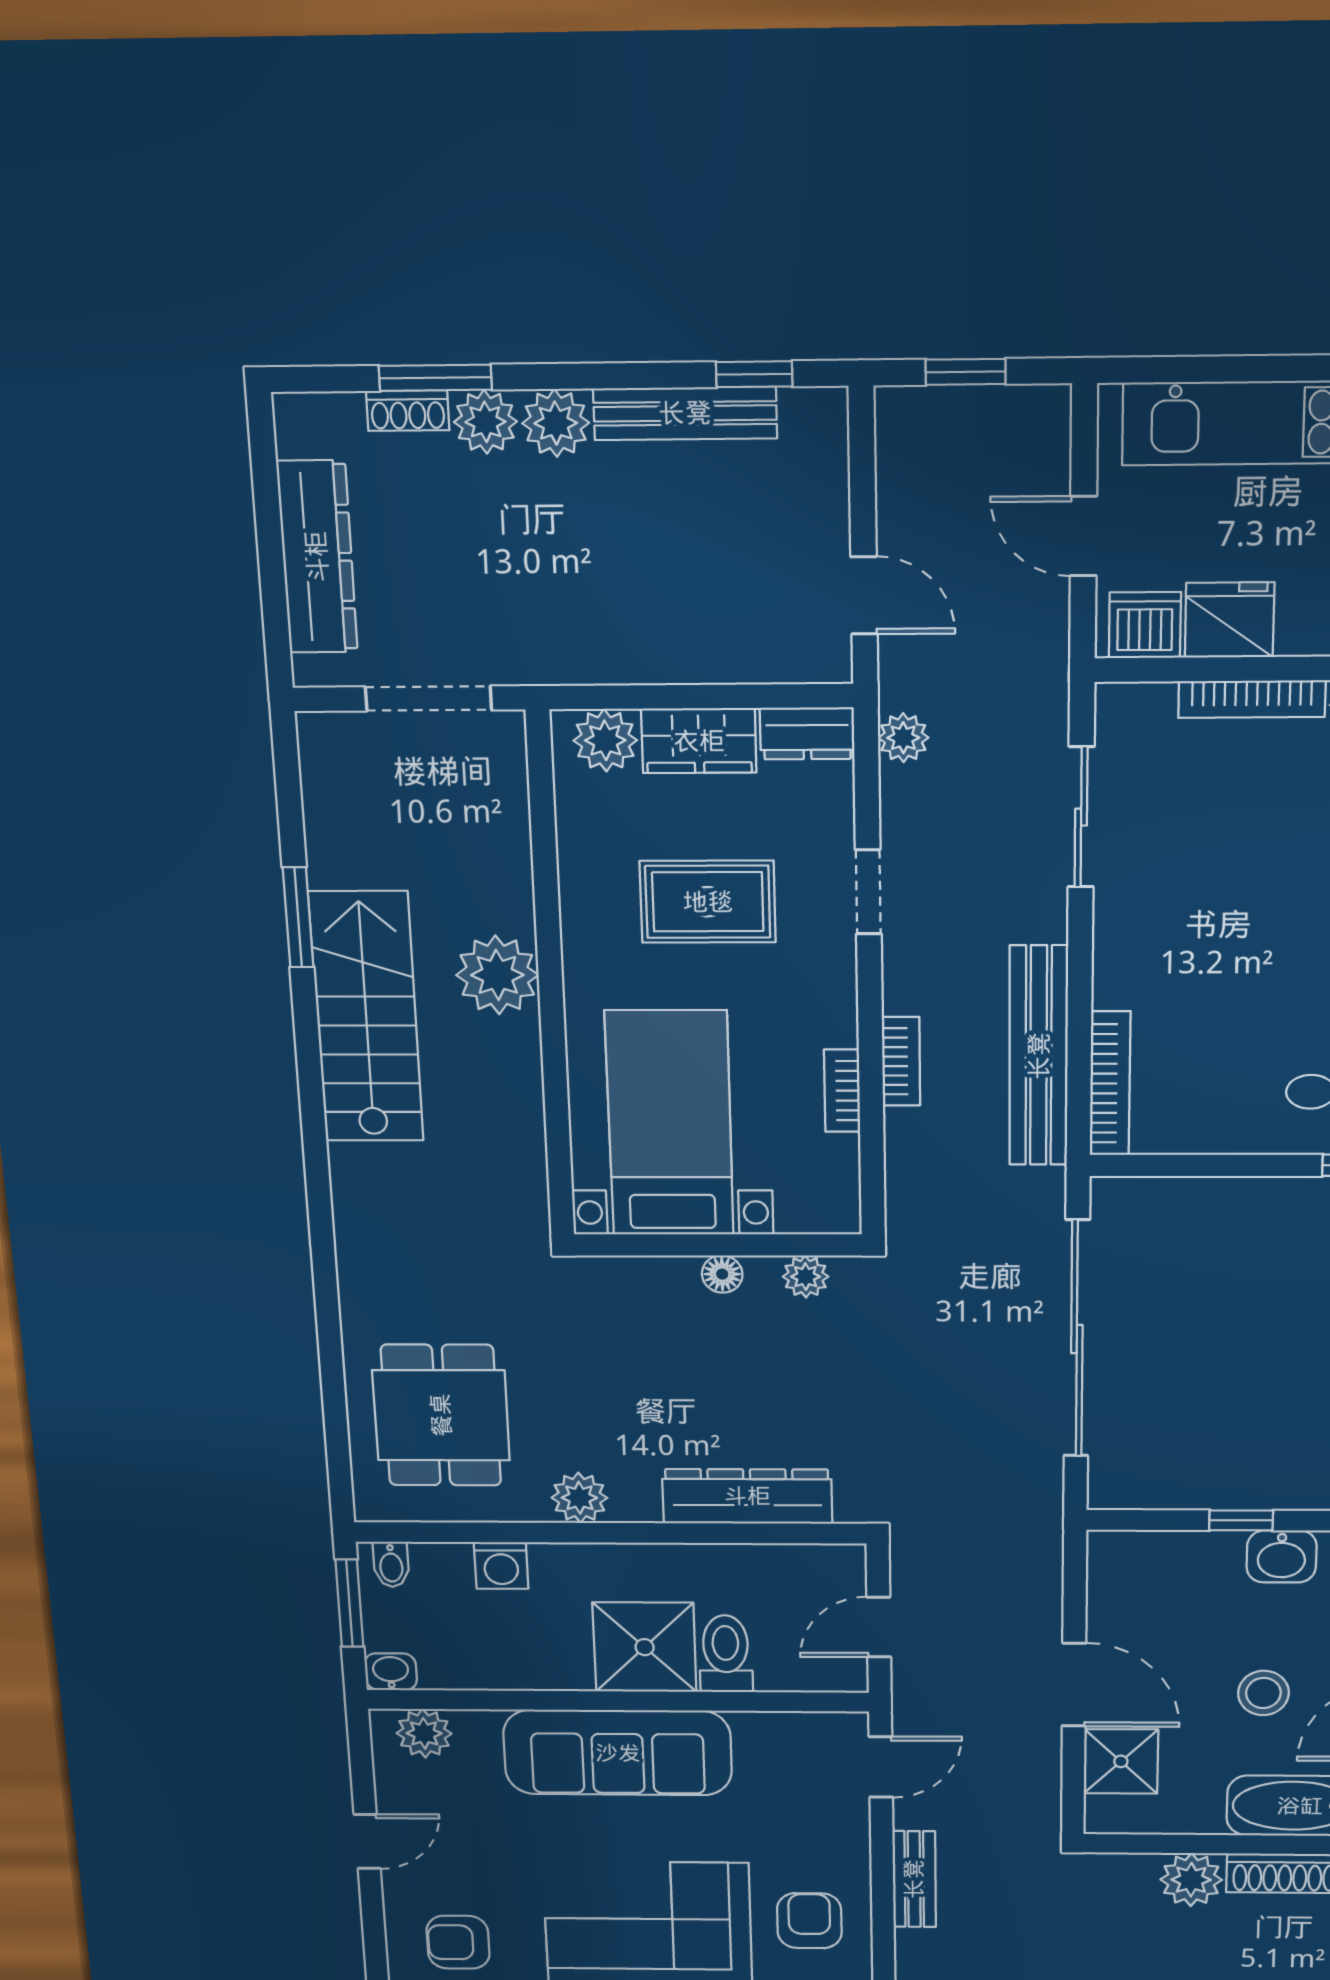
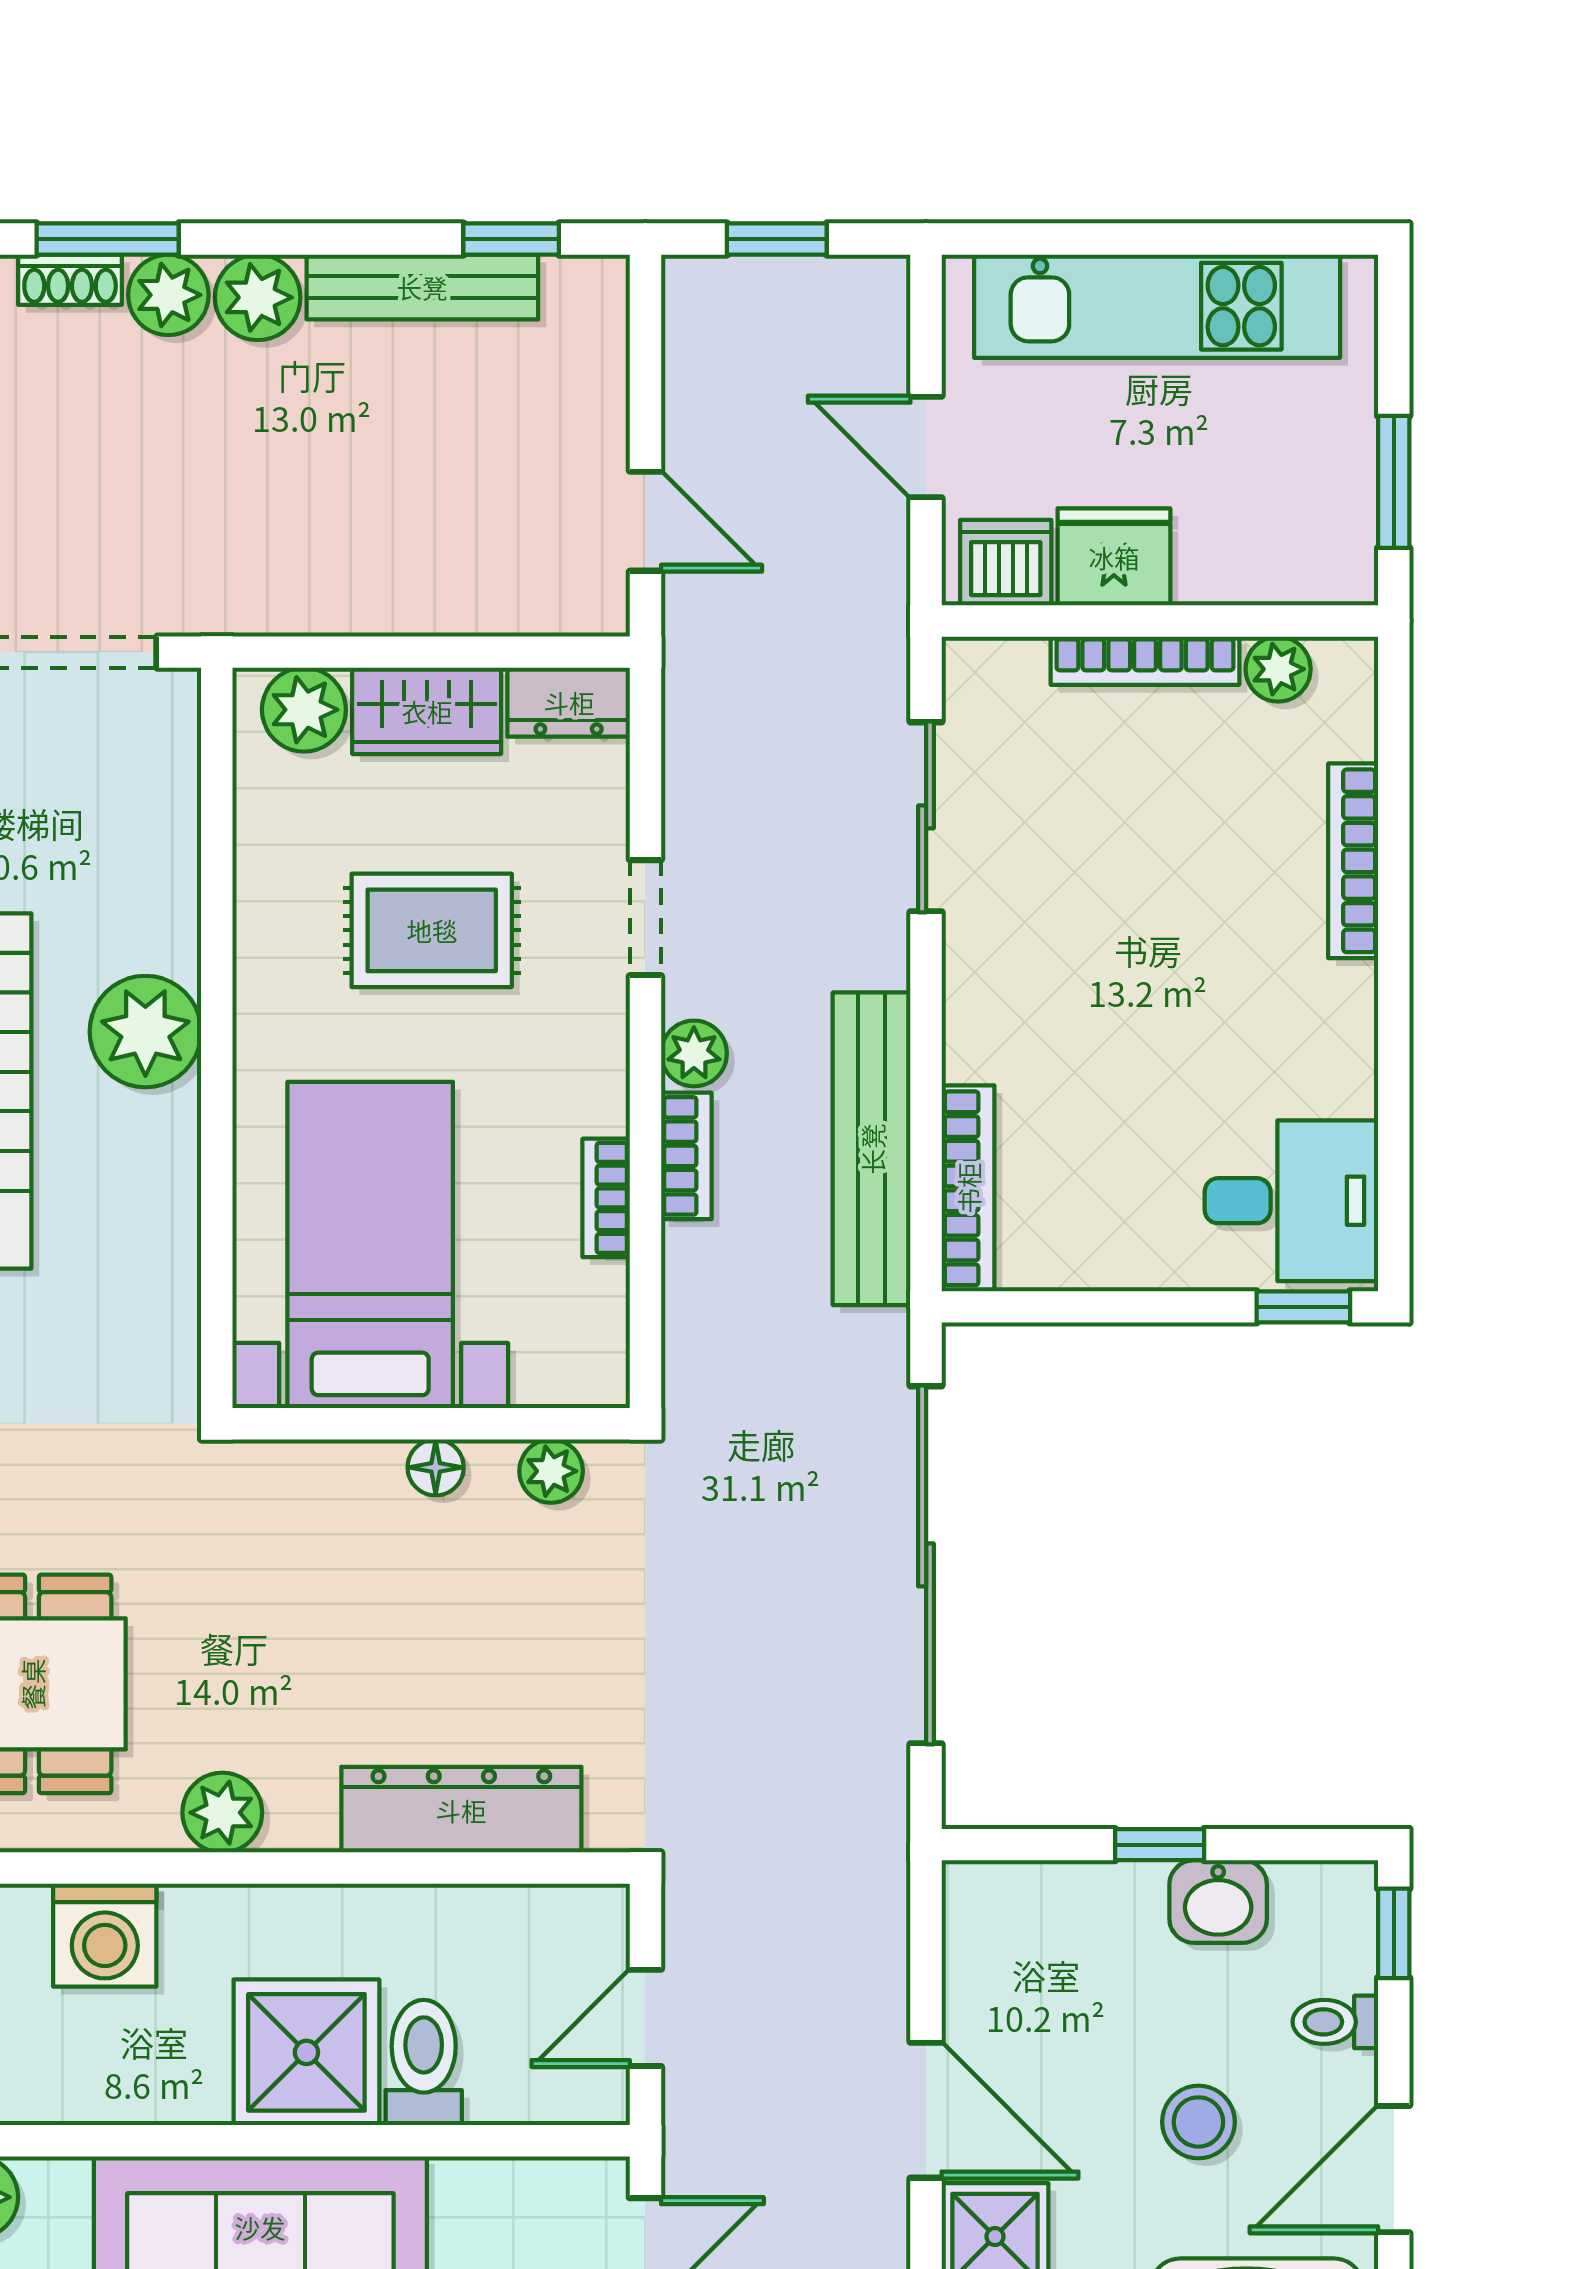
plant: (903, 738) -> (694, 1053), moved
washing machine: (501, 1565) -> (105, 1935), width x1.38, depth x1.38

